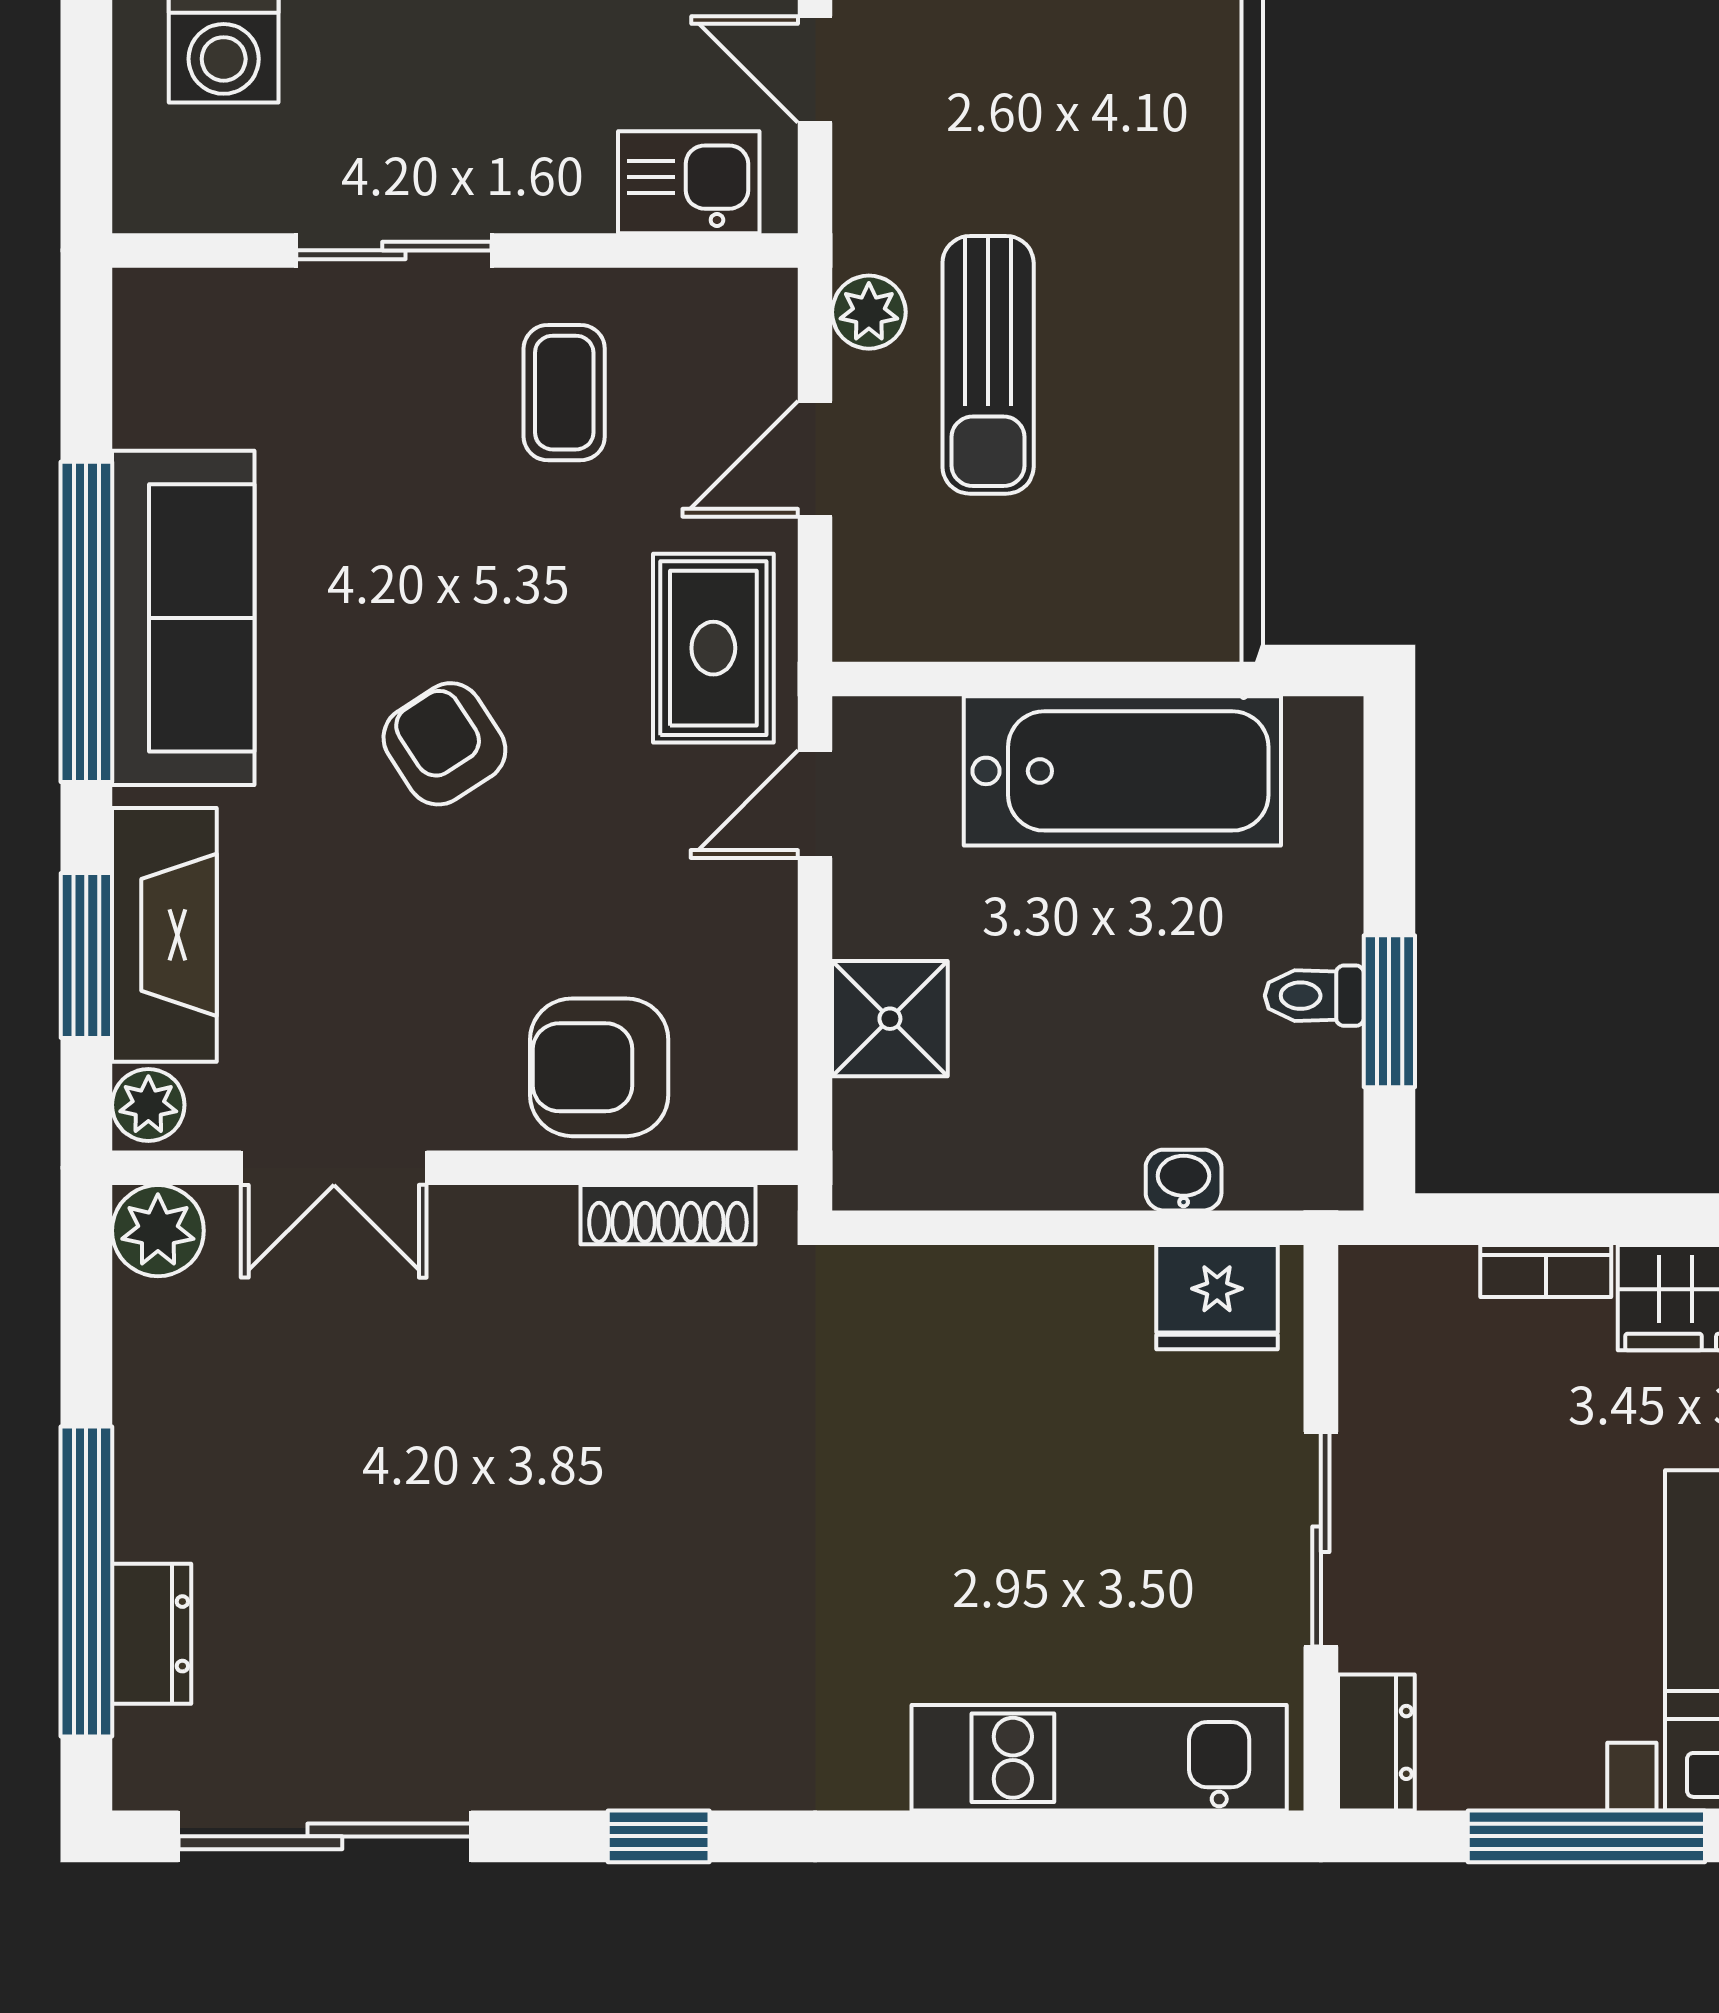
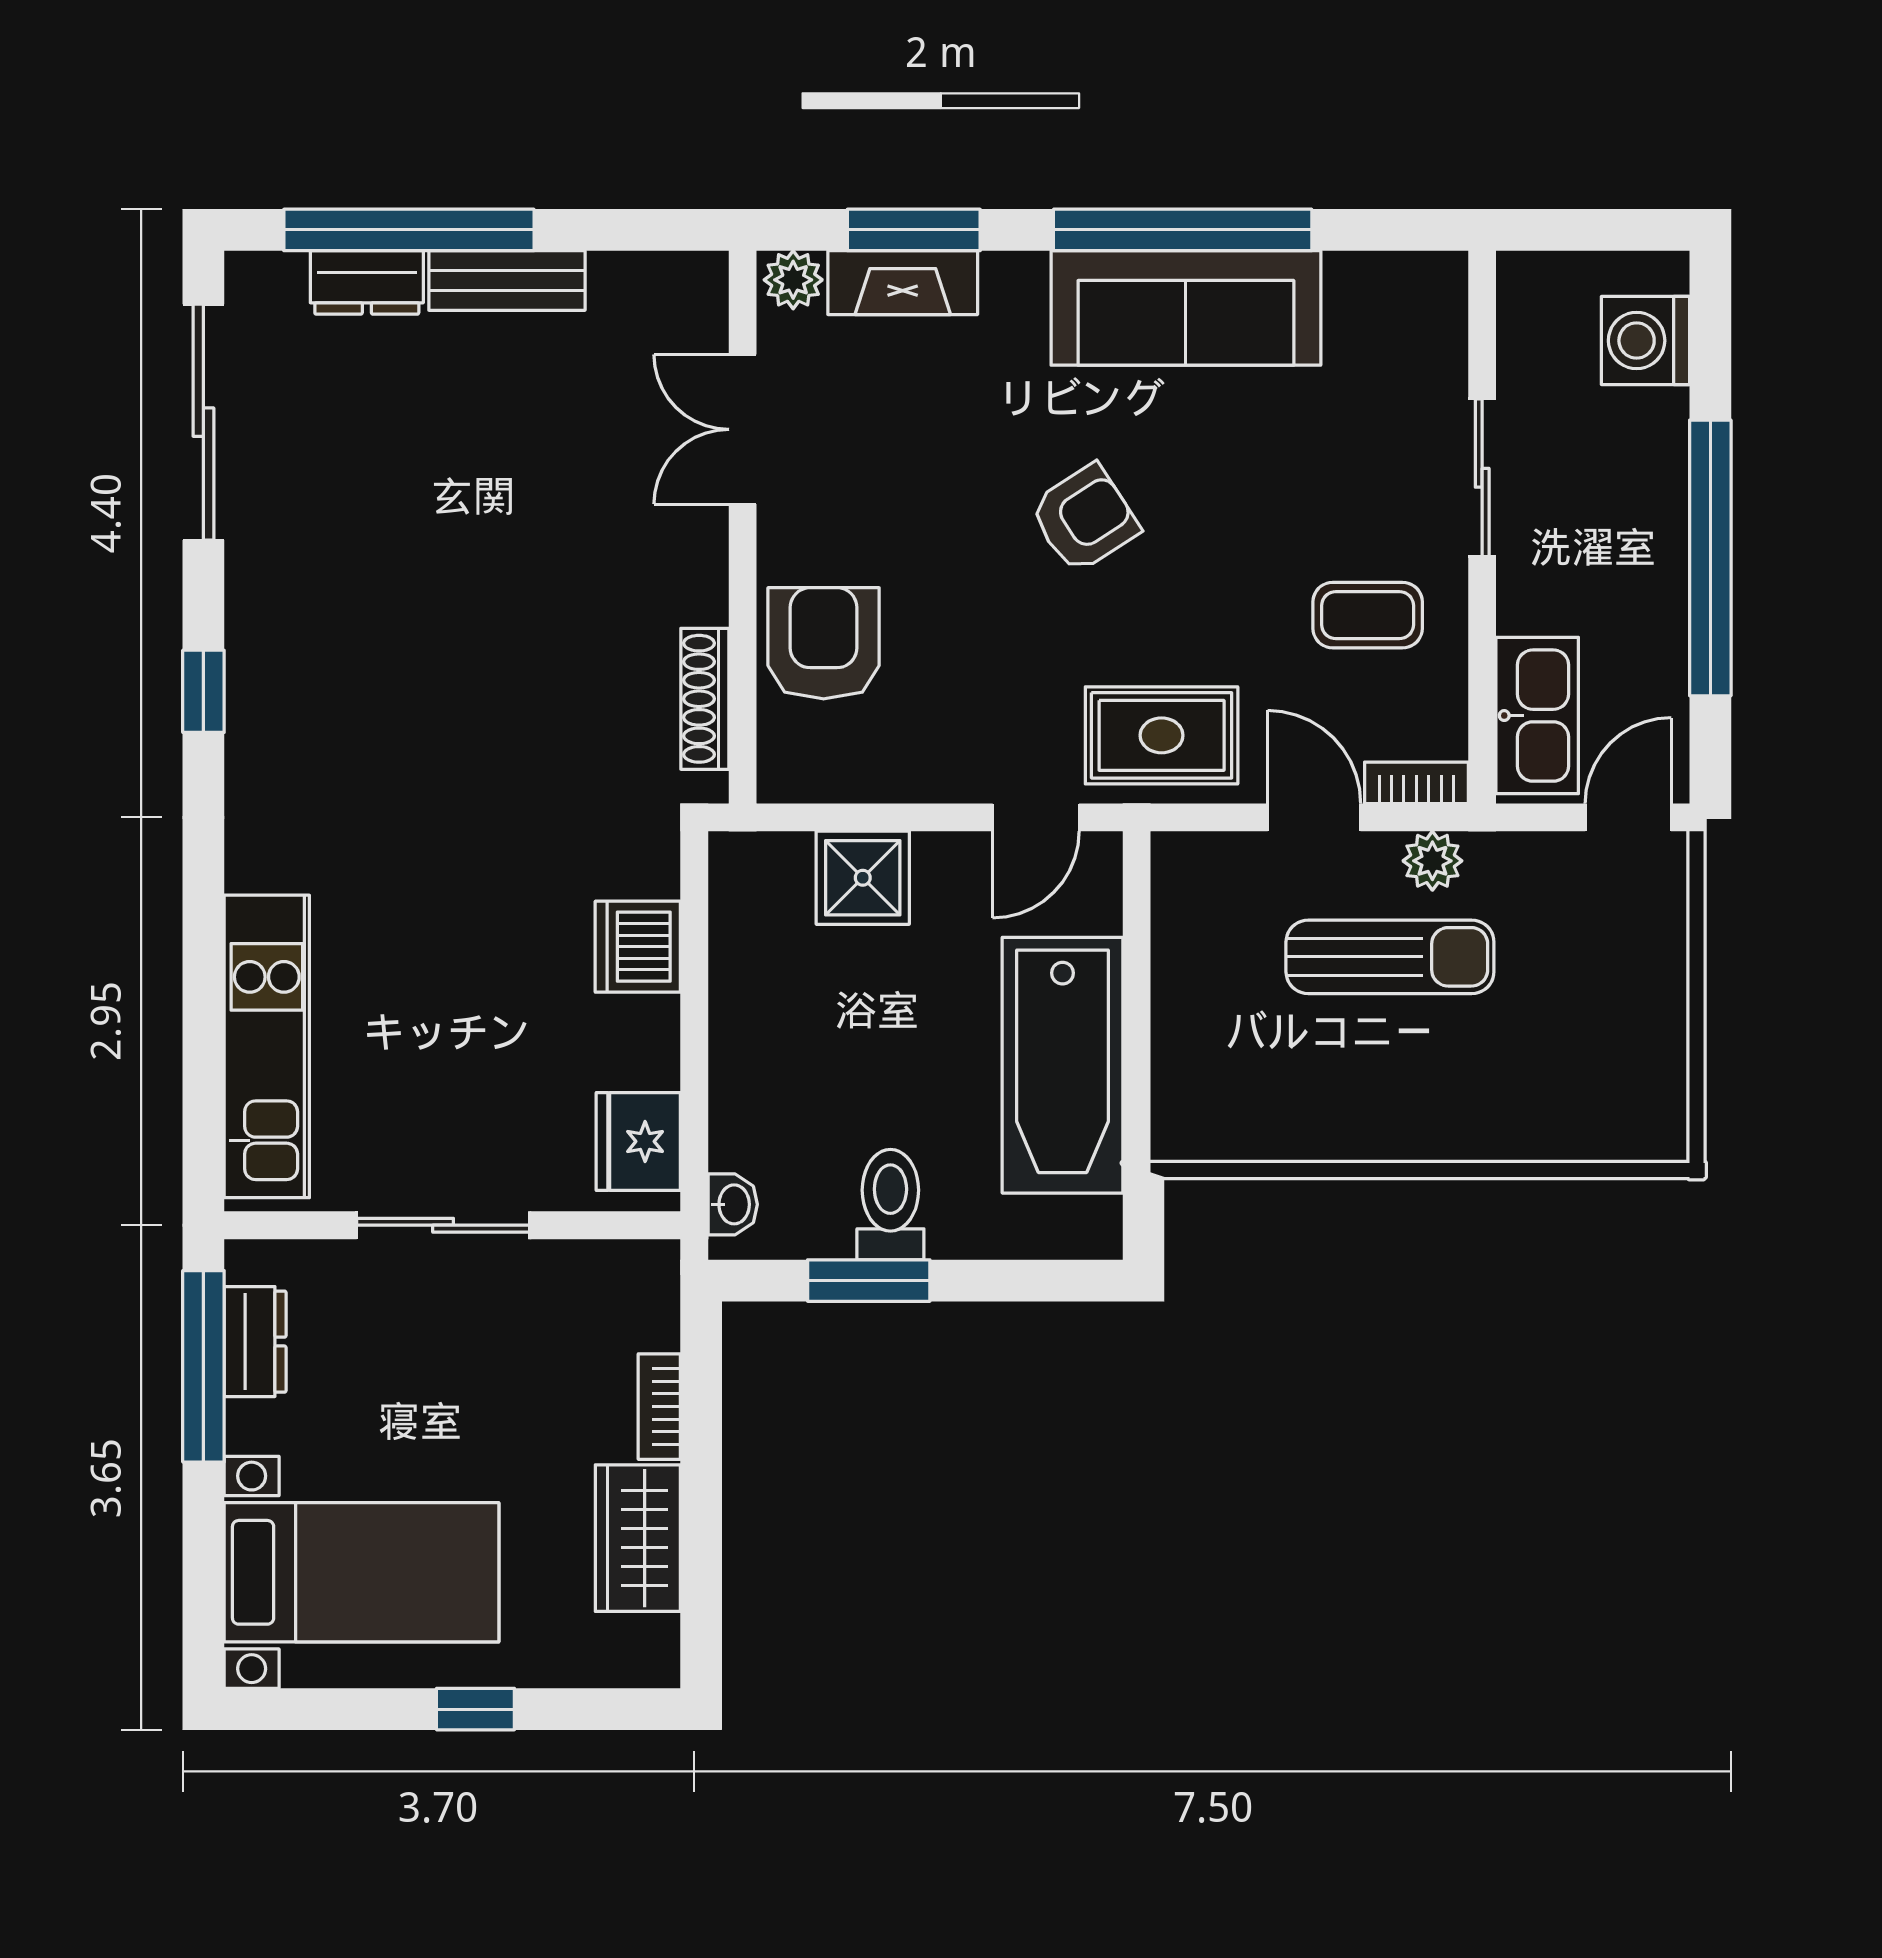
kitchen sink: (689, 182) -> (1537, 716), width x1.38
bookcase: (772, 332) -> (1416, 783), added
sun lounger: (988, 365) -> (1390, 957), turned 180
door: (815, 804) -> (1036, 817), swing flipped
fireplace: (164, 935) -> (903, 283), width x0.73, depth x0.76
toilet: (1314, 996) -> (890, 1205), width x1.37, depth x1.39
washbasin: (1184, 1180) -> (733, 1204), moved
plant: (158, 1231) -> (692, 288), removed
dishwasher: (975, 1298) -> (638, 947), added
bench: (149, 1460) -> (507, 280), added
dresser: (1376, 1742) -> (255, 1342), moved, turned -90
window: (1586, 1836) -> (203, 1366), moved

